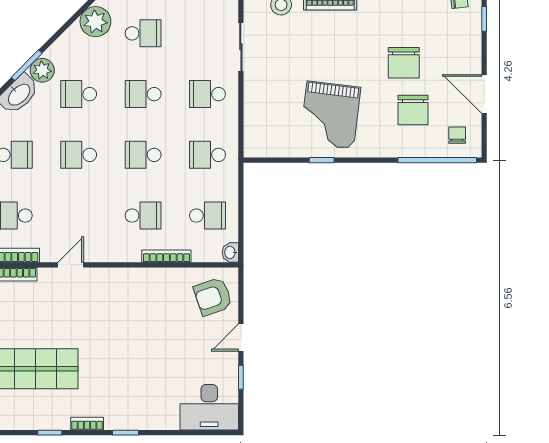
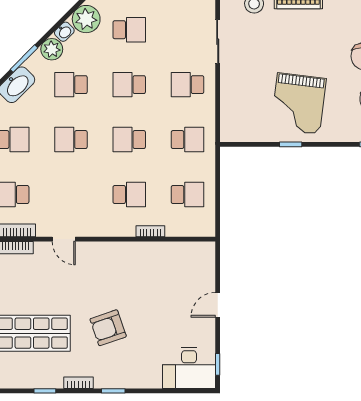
plant: (42, 70) -> (52, 49), moved
school desk: (208, 155) -> (187, 140), turned 180
washbasin: (230, 252) -> (64, 32), moved, turned -135
bookcase: (166, 256) -> (150, 231), width x0.64
door: (71, 265) -> (64, 239), swing flipped
armchair: (213, 297) -> (108, 328), moved
window: (241, 377) -> (218, 364), moved

